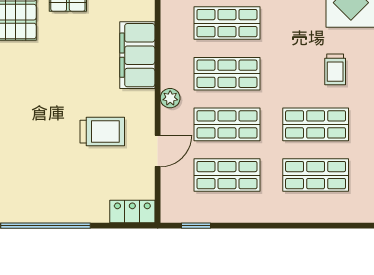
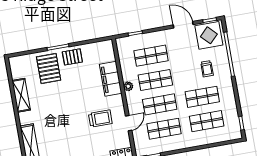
plant: (170, 98) -> (128, 86), moved

